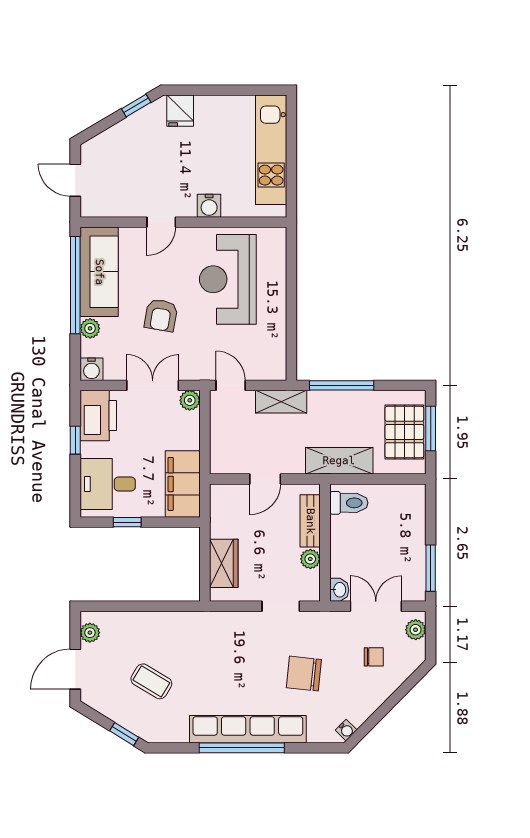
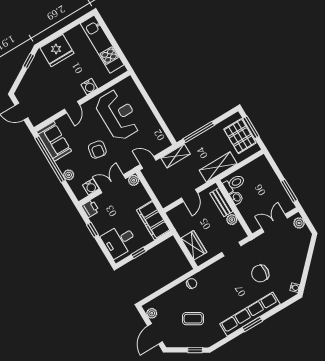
fridge: (180, 111) -> (57, 50), width x1.88, depth x1.34
sofa: (99, 272) -> (54, 141), width x0.73
reception desk: (228, 279) -> (118, 115), turned 180
water cooler: (91, 369) -> (91, 187), moved
printer: (98, 415) -> (90, 208), width x0.53, depth x0.68
washbasin: (339, 590) -> (237, 198), moved
chair: (374, 657) -> (192, 284), moved
window: (242, 748) -> (252, 324), width x0.47

